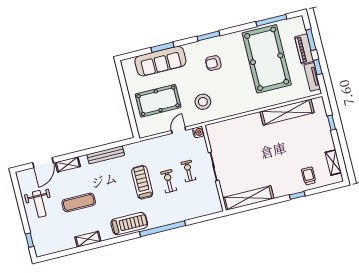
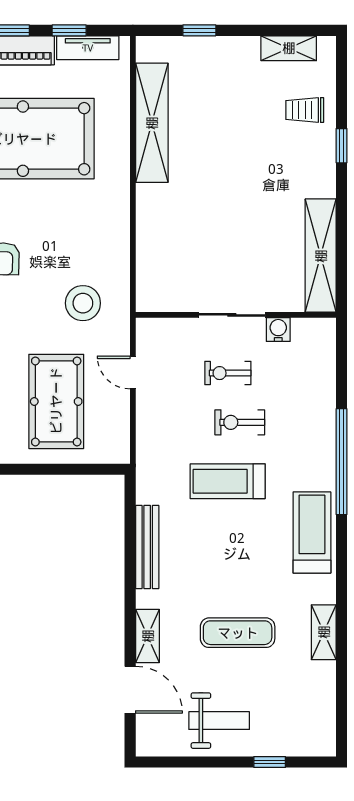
water cooler: (198, 132) -> (278, 330), moved
exercise mat: (79, 202) -> (238, 633), turned 90
window: (29, 240) -> (270, 762), moved

